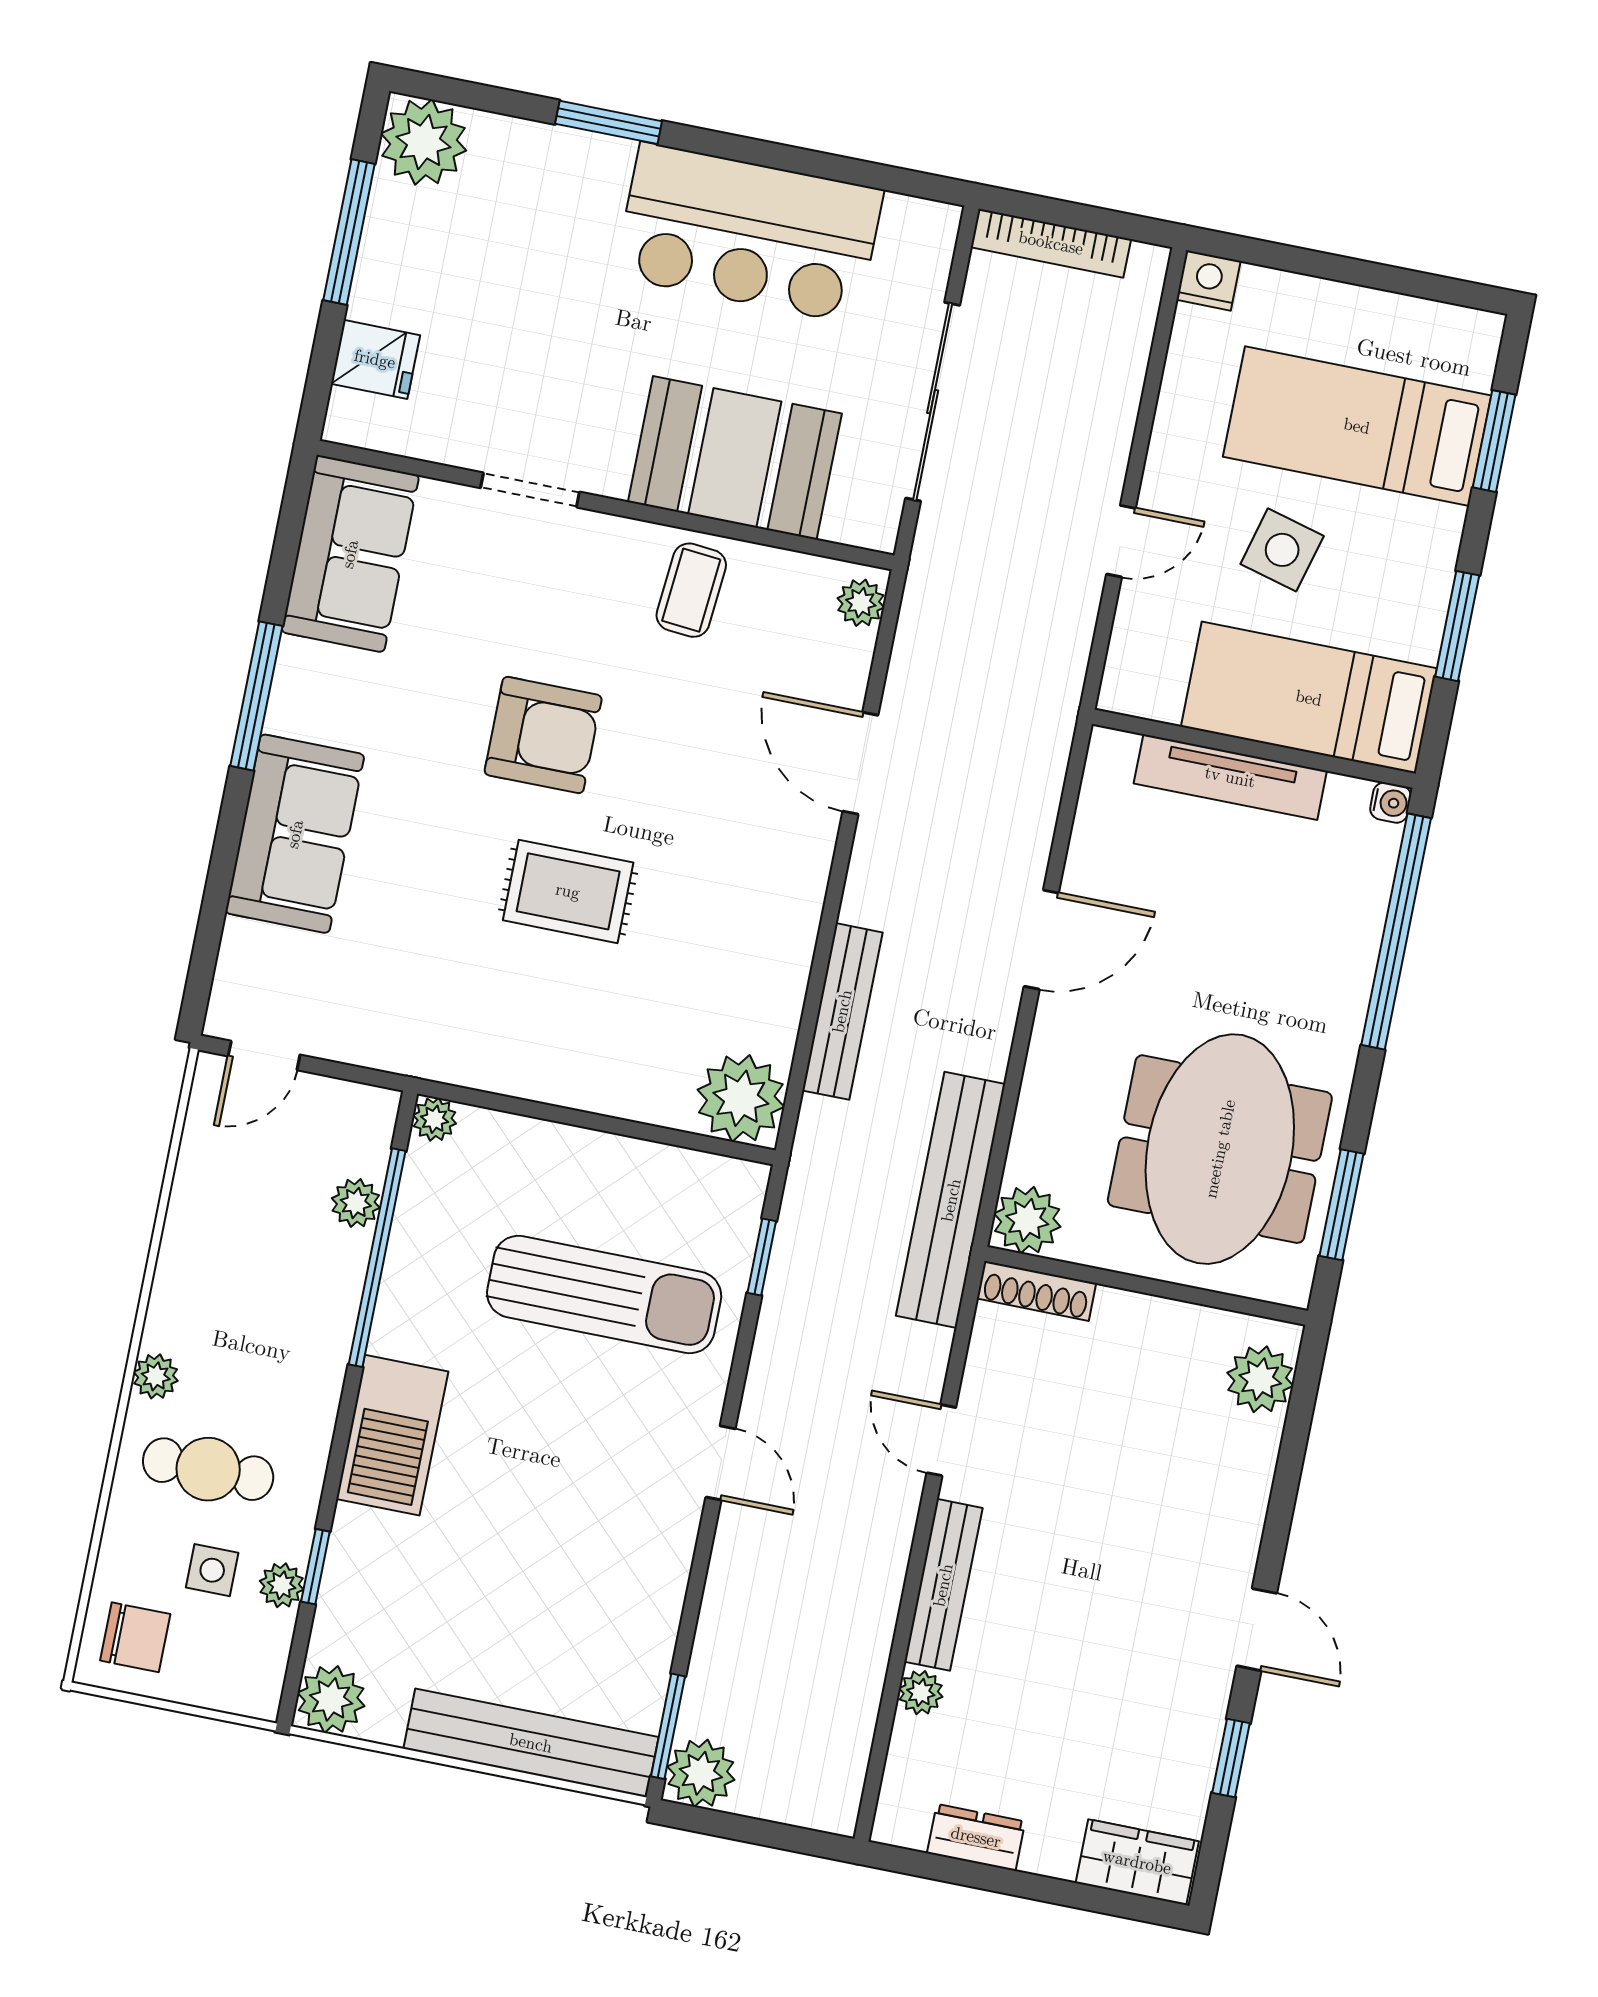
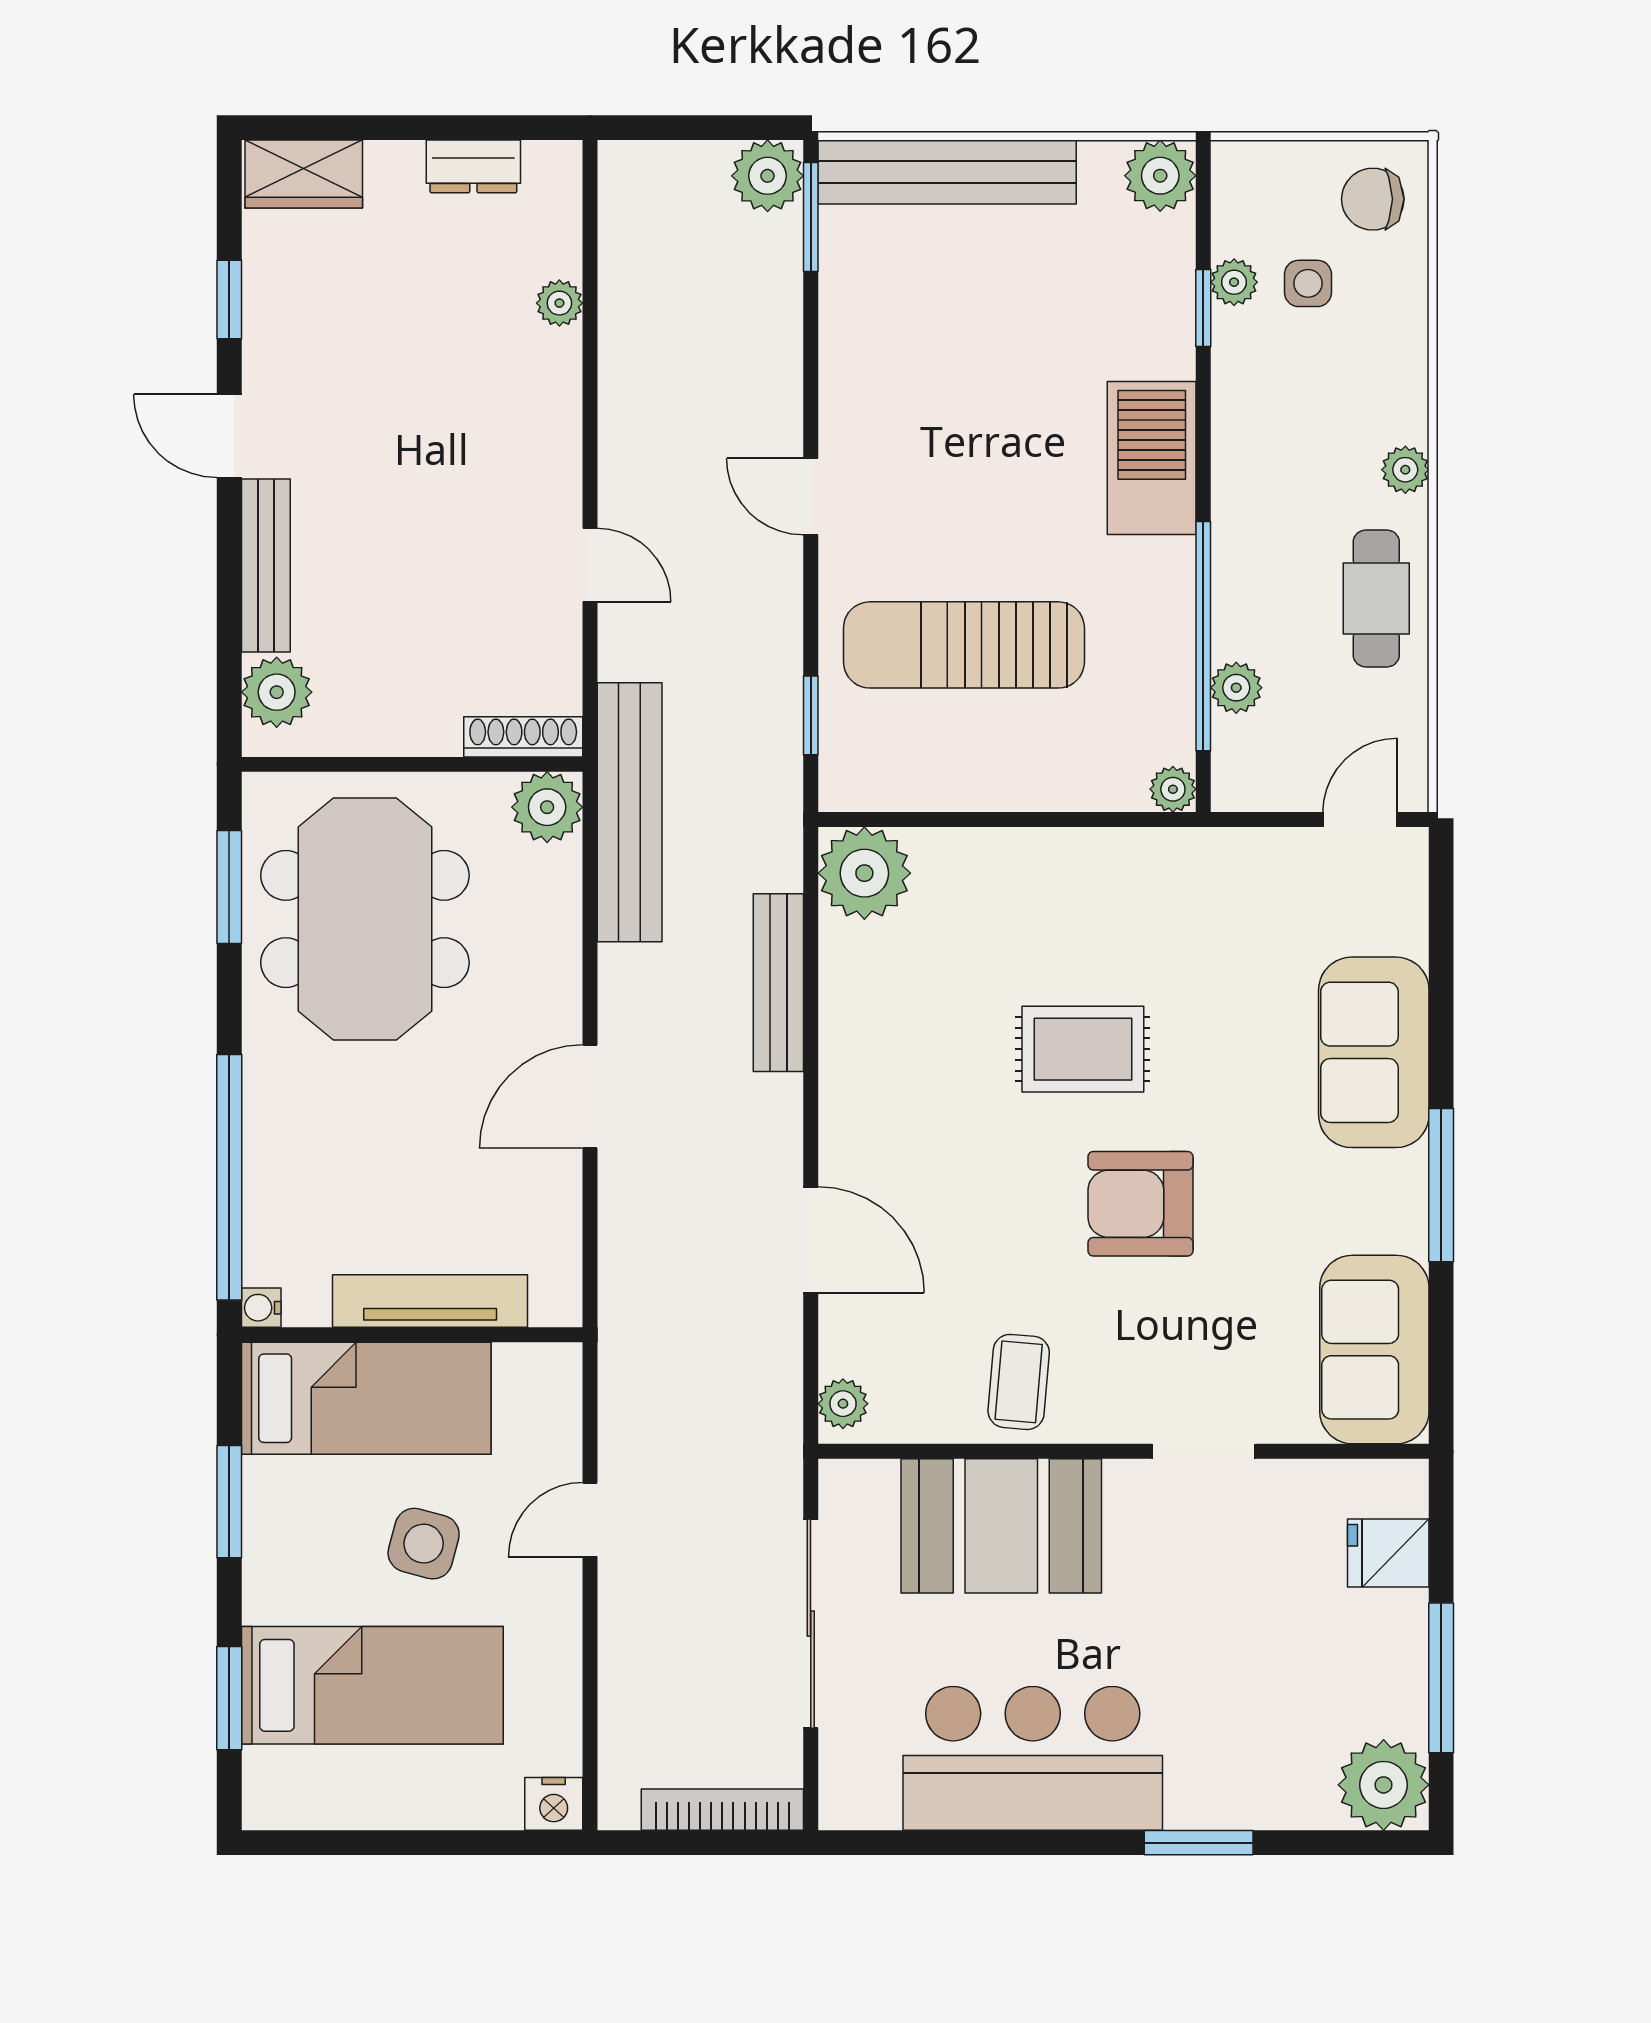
cafe table: (208, 1469) -> (1376, 599), moved, turned 90
bench: (943, 1585) -> (266, 565), moved

